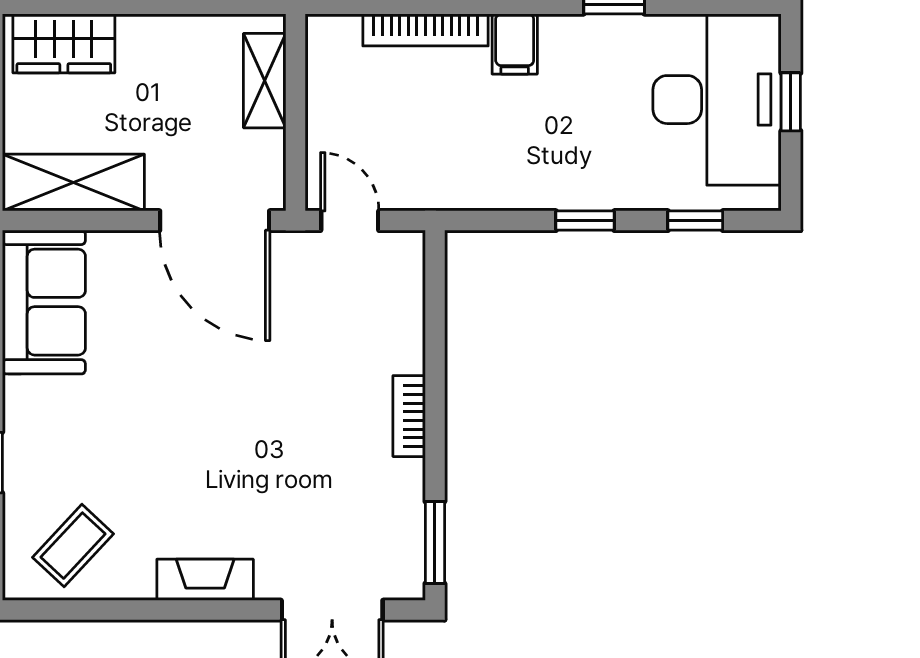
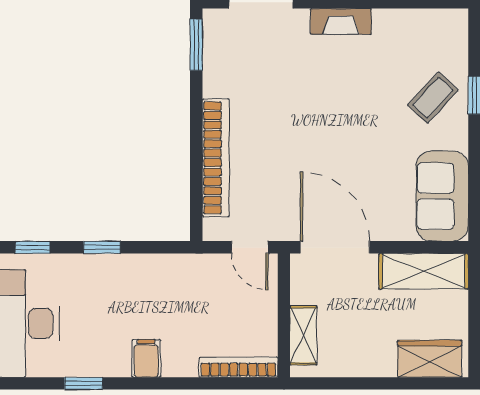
bookcase: (426, 30) -> (238, 367), moved
bookcase: (409, 416) -> (216, 158), width x2.31, depth x1.31
coffee table: (73, 546) -> (433, 98), moved

